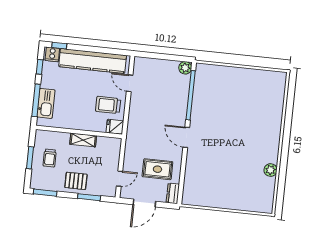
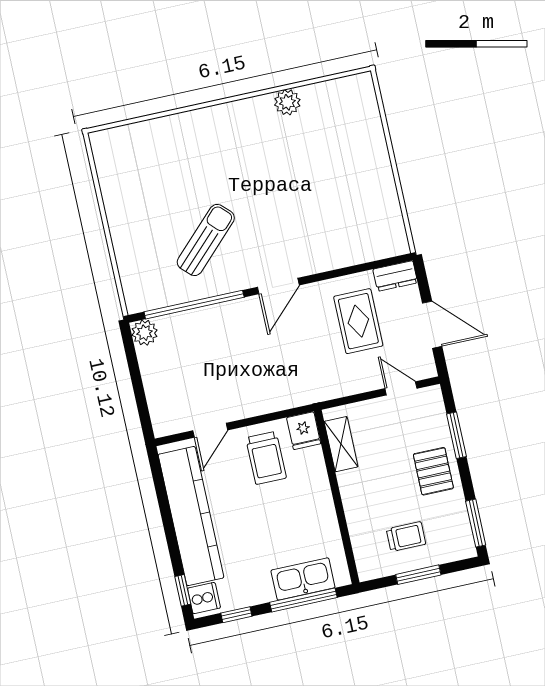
sun lounger: (219, 111) -> (206, 240), added
shelving: (83, 140) -> (341, 444), moved

